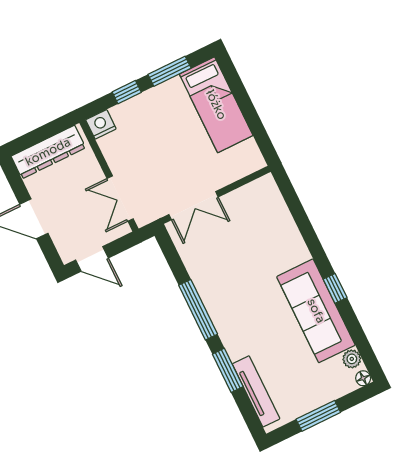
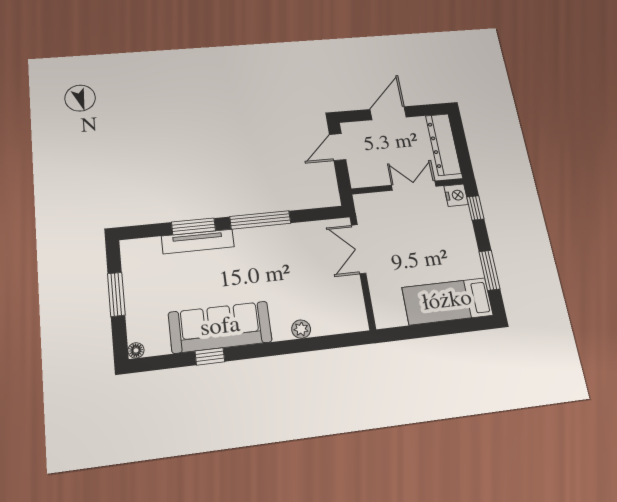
window: (127, 92) -> (475, 208), moved
double door: (120, 199) -> (414, 186), moved
window: (335, 288) -> (210, 356), moved
plant: (352, 359) -> (301, 329), moved
tv unit: (256, 391) -> (198, 241), moved

